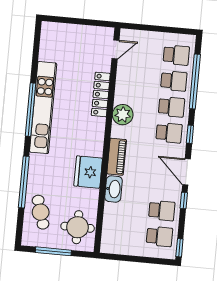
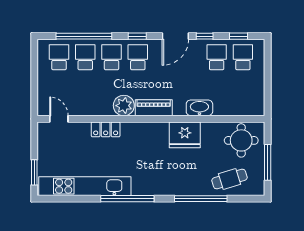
window: (65, 20) -> (34, 172), added
locker: (101, 94) -> (106, 129), width x0.66
kitchen unit: (43, 108) -> (85, 186), moved
piano: (117, 157) -> (154, 108), moved
window: (179, 248) -> (239, 36), moved

